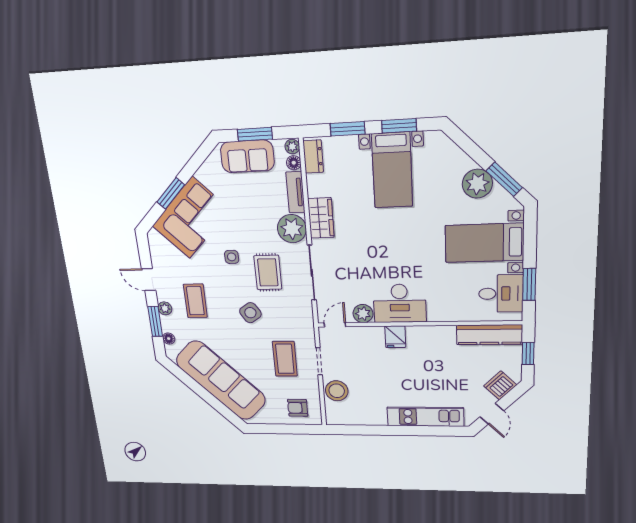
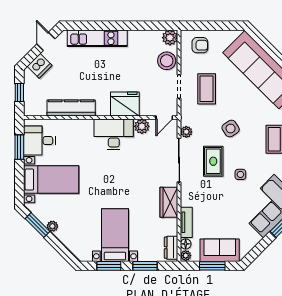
plant: (477, 184) -> (52, 226), width x0.53, depth x0.53
plant: (292, 229) -> (186, 132), moved, width x0.53, depth x0.53
kitchen counter: (489, 335) -> (71, 108), moved
fridge: (395, 337) -> (125, 104), width x1.88, depth x1.34
plant: (335, 417) -> (170, 38), added

